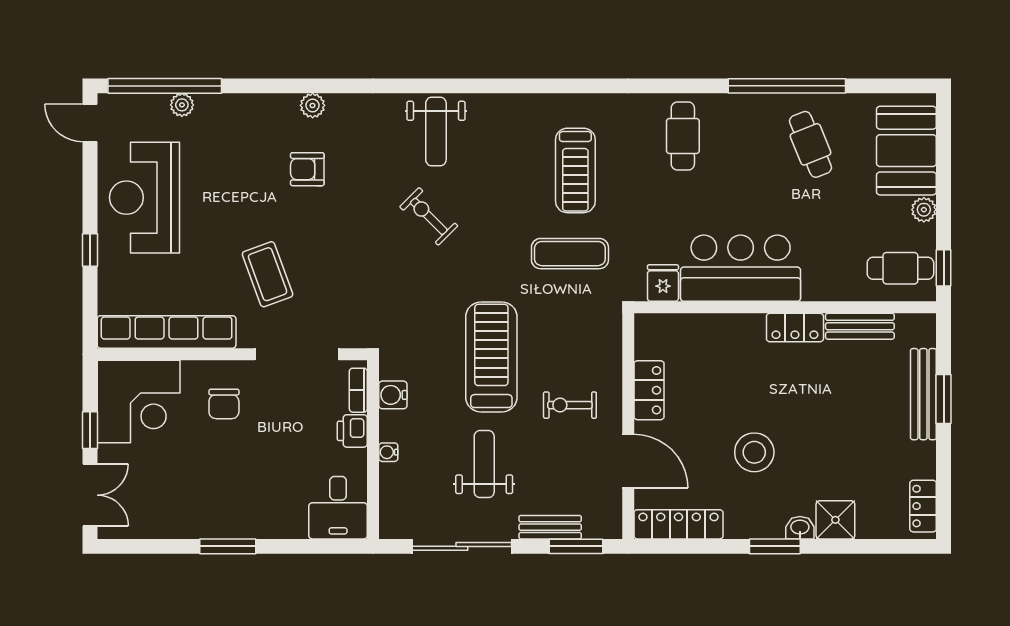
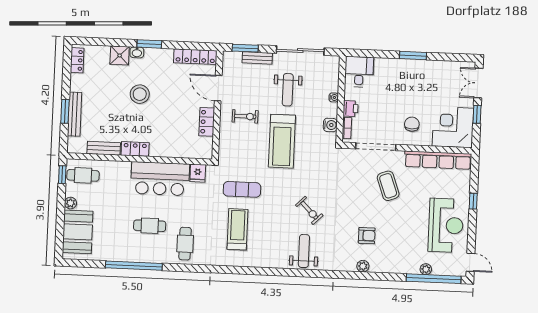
cafe table: (811, 144) -> (150, 226), moved, turned -68
stool: (754, 452) -> (140, 94), moved

